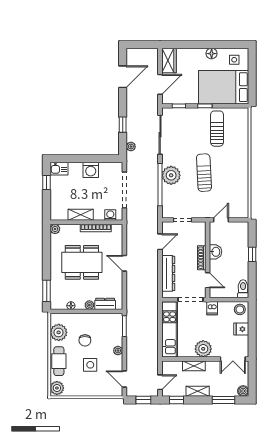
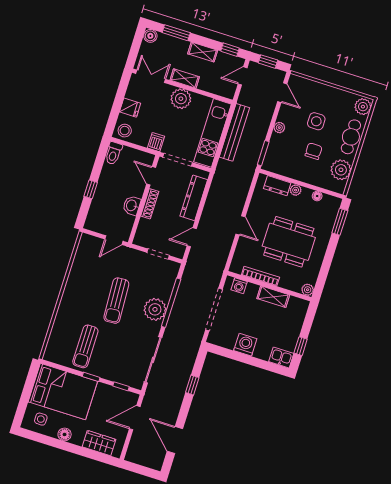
wardrobe: (169, 61) -> (99, 443), moved, turned 90
door: (123, 77) -> (175, 440), hinge flipped
plant: (131, 147) -> (191, 357), removed
bench: (152, 335) -> (234, 132), added
shelving: (194, 366) -> (185, 78), moved

